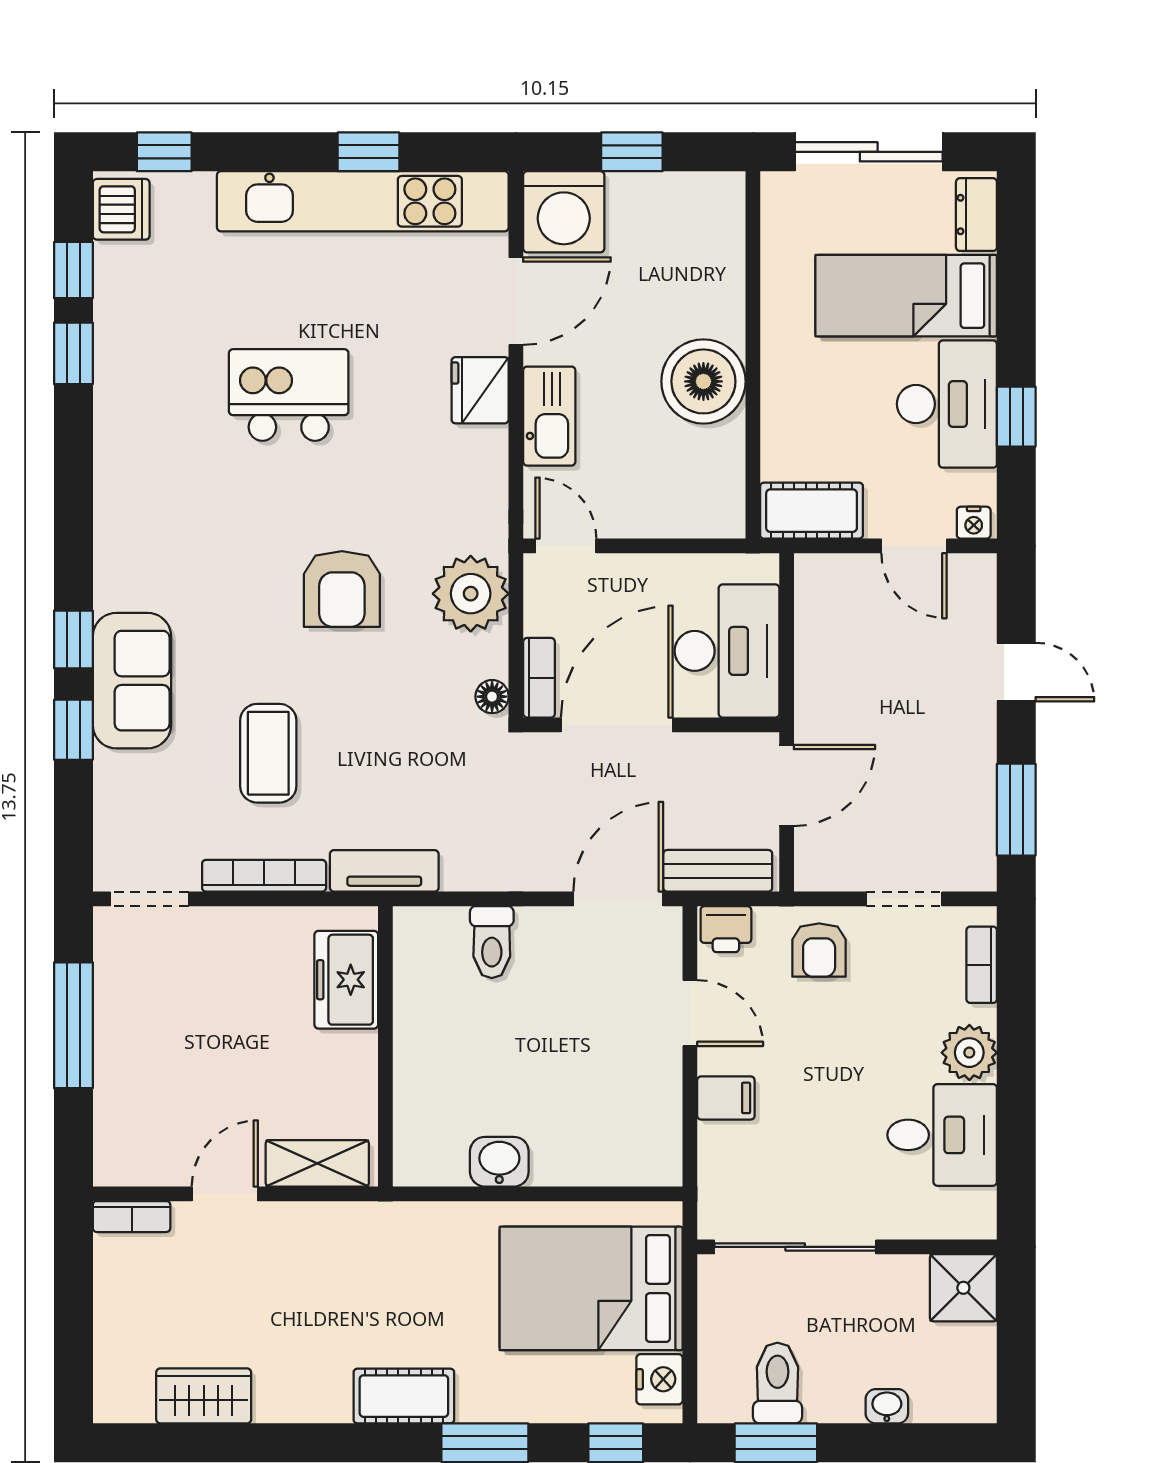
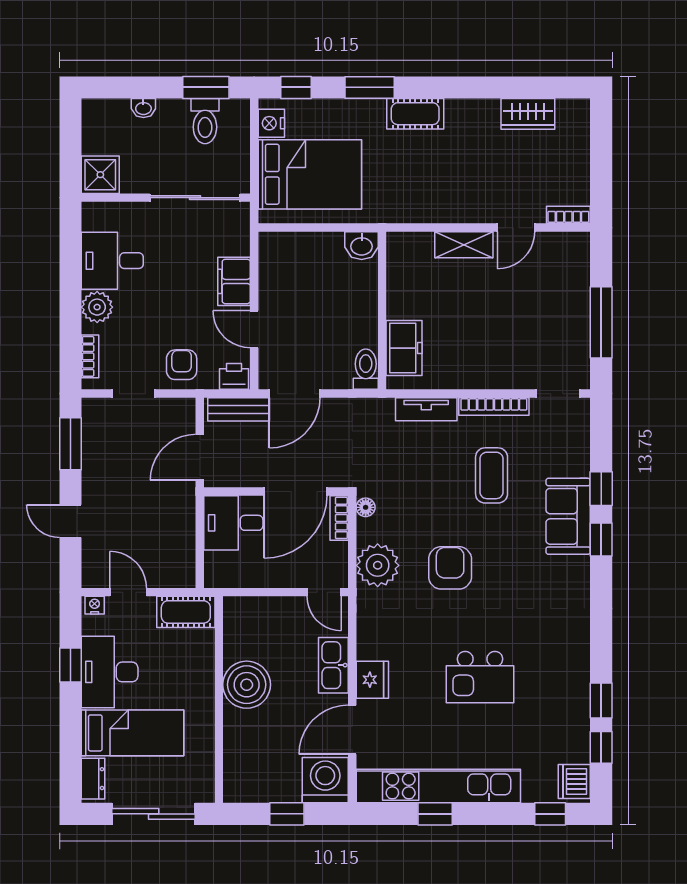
desk: (727, 651) -> (233, 523), width x0.73
freezer: (346, 980) -> (404, 348), moved
wall: (385, 1046) -> (382, 311), moved
filing cabinet: (726, 1098) -> (234, 281), width x2.00

